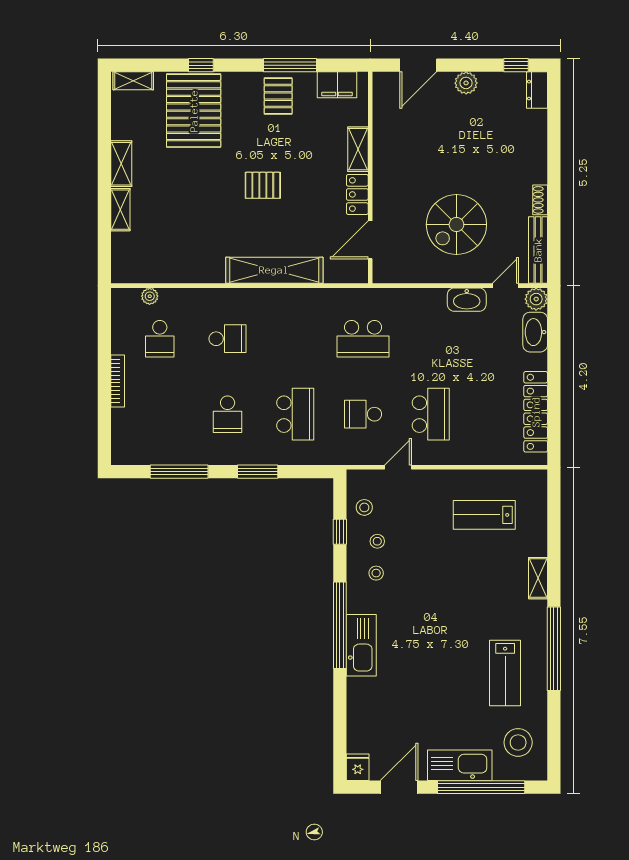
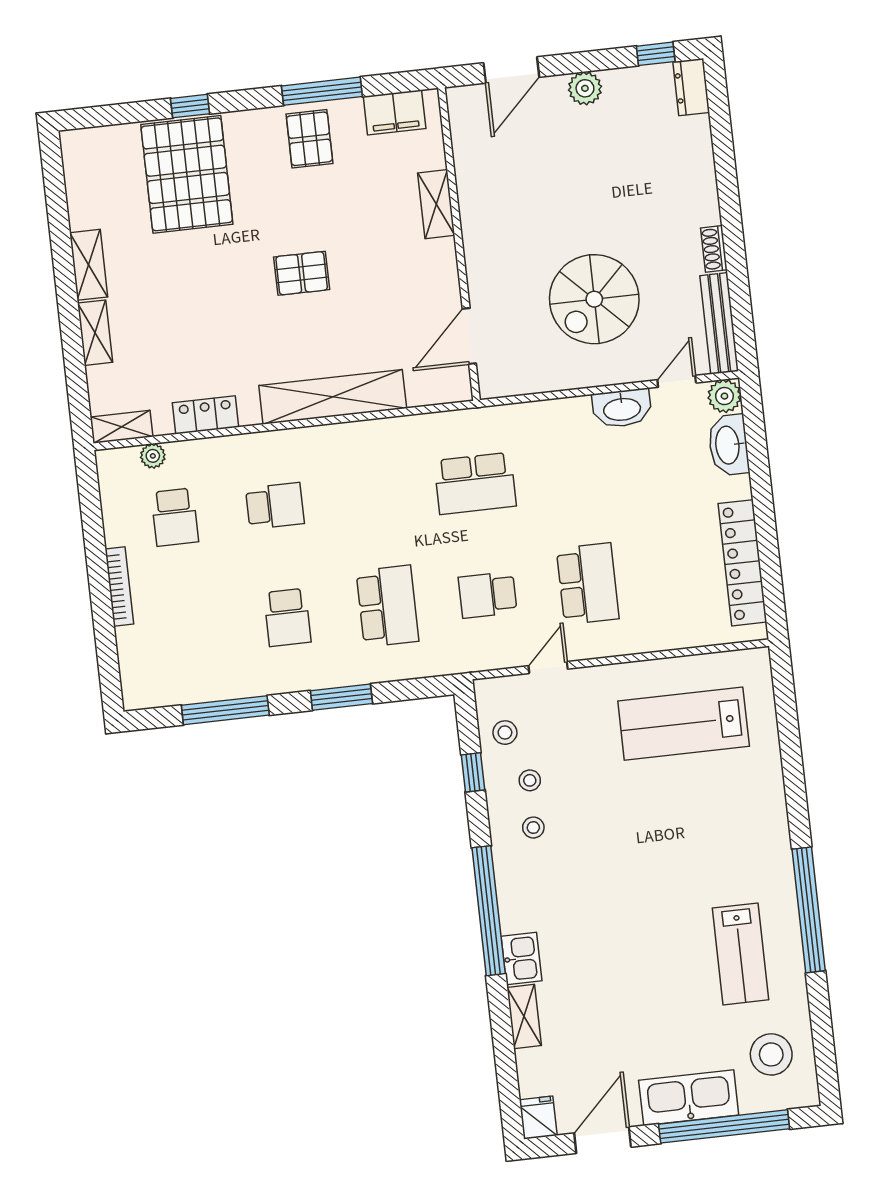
shelving: (133, 81) -> (122, 427), moved
locker: (357, 194) -> (206, 415), moved, turned 90
lab bench: (484, 515) -> (684, 724), width x1.36, depth x1.39
shelving: (538, 578) -> (524, 1016), moved
kitchen sink: (361, 645) -> (521, 958), width x0.53, depth x0.81

